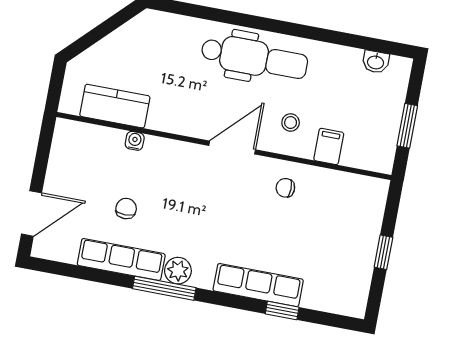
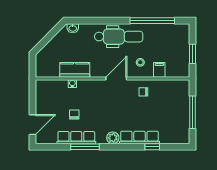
window: (334, 37) -> (152, 21), added
washbasin: (376, 62) -> (73, 28), moved
kitchen counter: (115, 106) -> (75, 70), moved
window: (383, 252) -> (193, 112), width x2.17
plant: (178, 271) -> (113, 138), moved
window: (164, 288) -> (85, 147), moved

